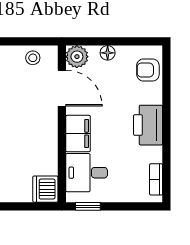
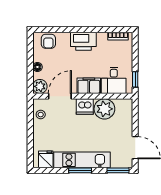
plant: (42, 158) -> (104, 109), added
dishwasher: (45, 189) -> (85, 107), moved

